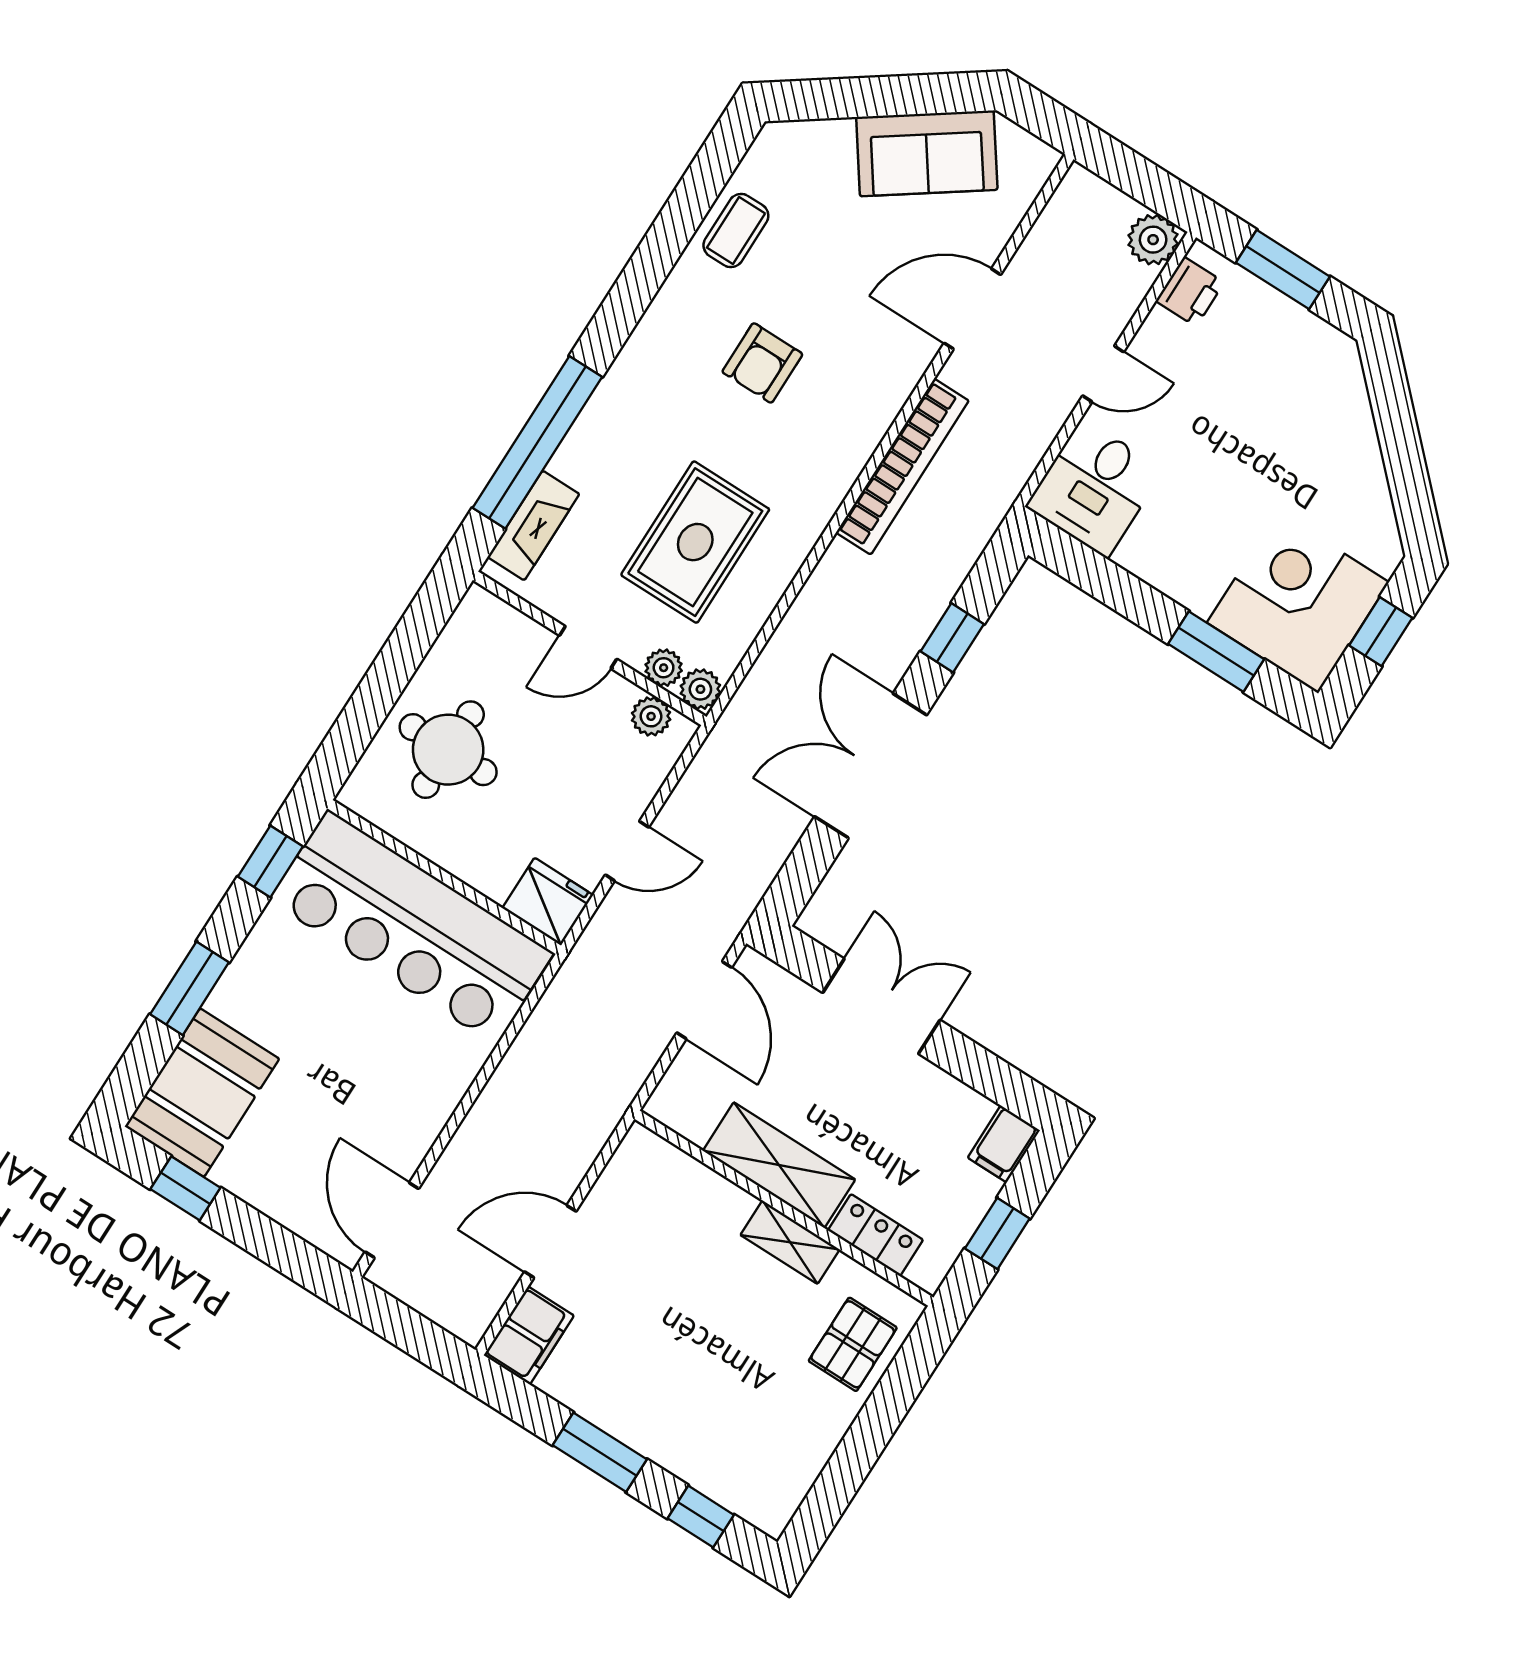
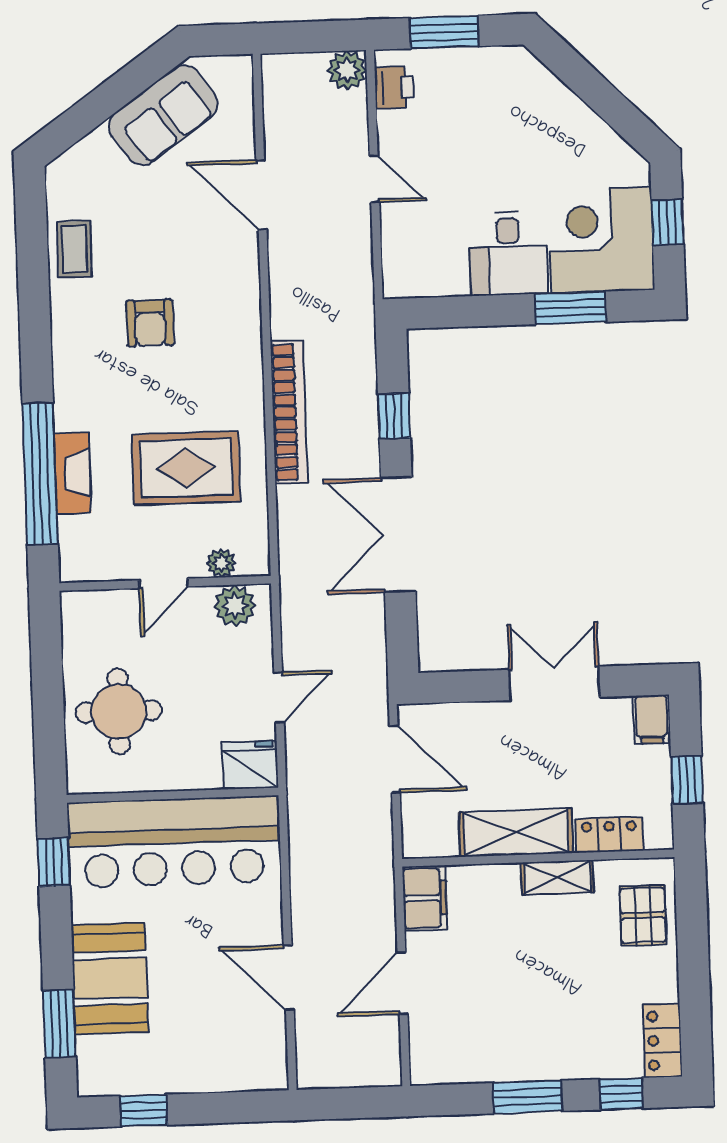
door: (972, 309) -> (261, 195), hinge flipped
door: (1103, 374) -> (374, 179), hinge flipped
bookcase: (902, 467) -> (289, 412), moved
desk: (1095, 488) -> (508, 253), moved
fireplace: (533, 525) -> (72, 473), moved
rug: (695, 542) -> (186, 468), turned 90
plant: (700, 689) -> (255, 561), removed
plant: (651, 716) -> (235, 606), width x1.38, depth x1.38
window: (190, 988) -> (59, 1024), moved
double door: (881, 1006) -> (554, 683), moved
booth: (202, 1093) -> (110, 978), moved
door: (392, 1220) -> (289, 978), moved
filing cabinet: (529, 1335) -> (425, 898), moved
locker: (783, 1490) -> (662, 1041), added

